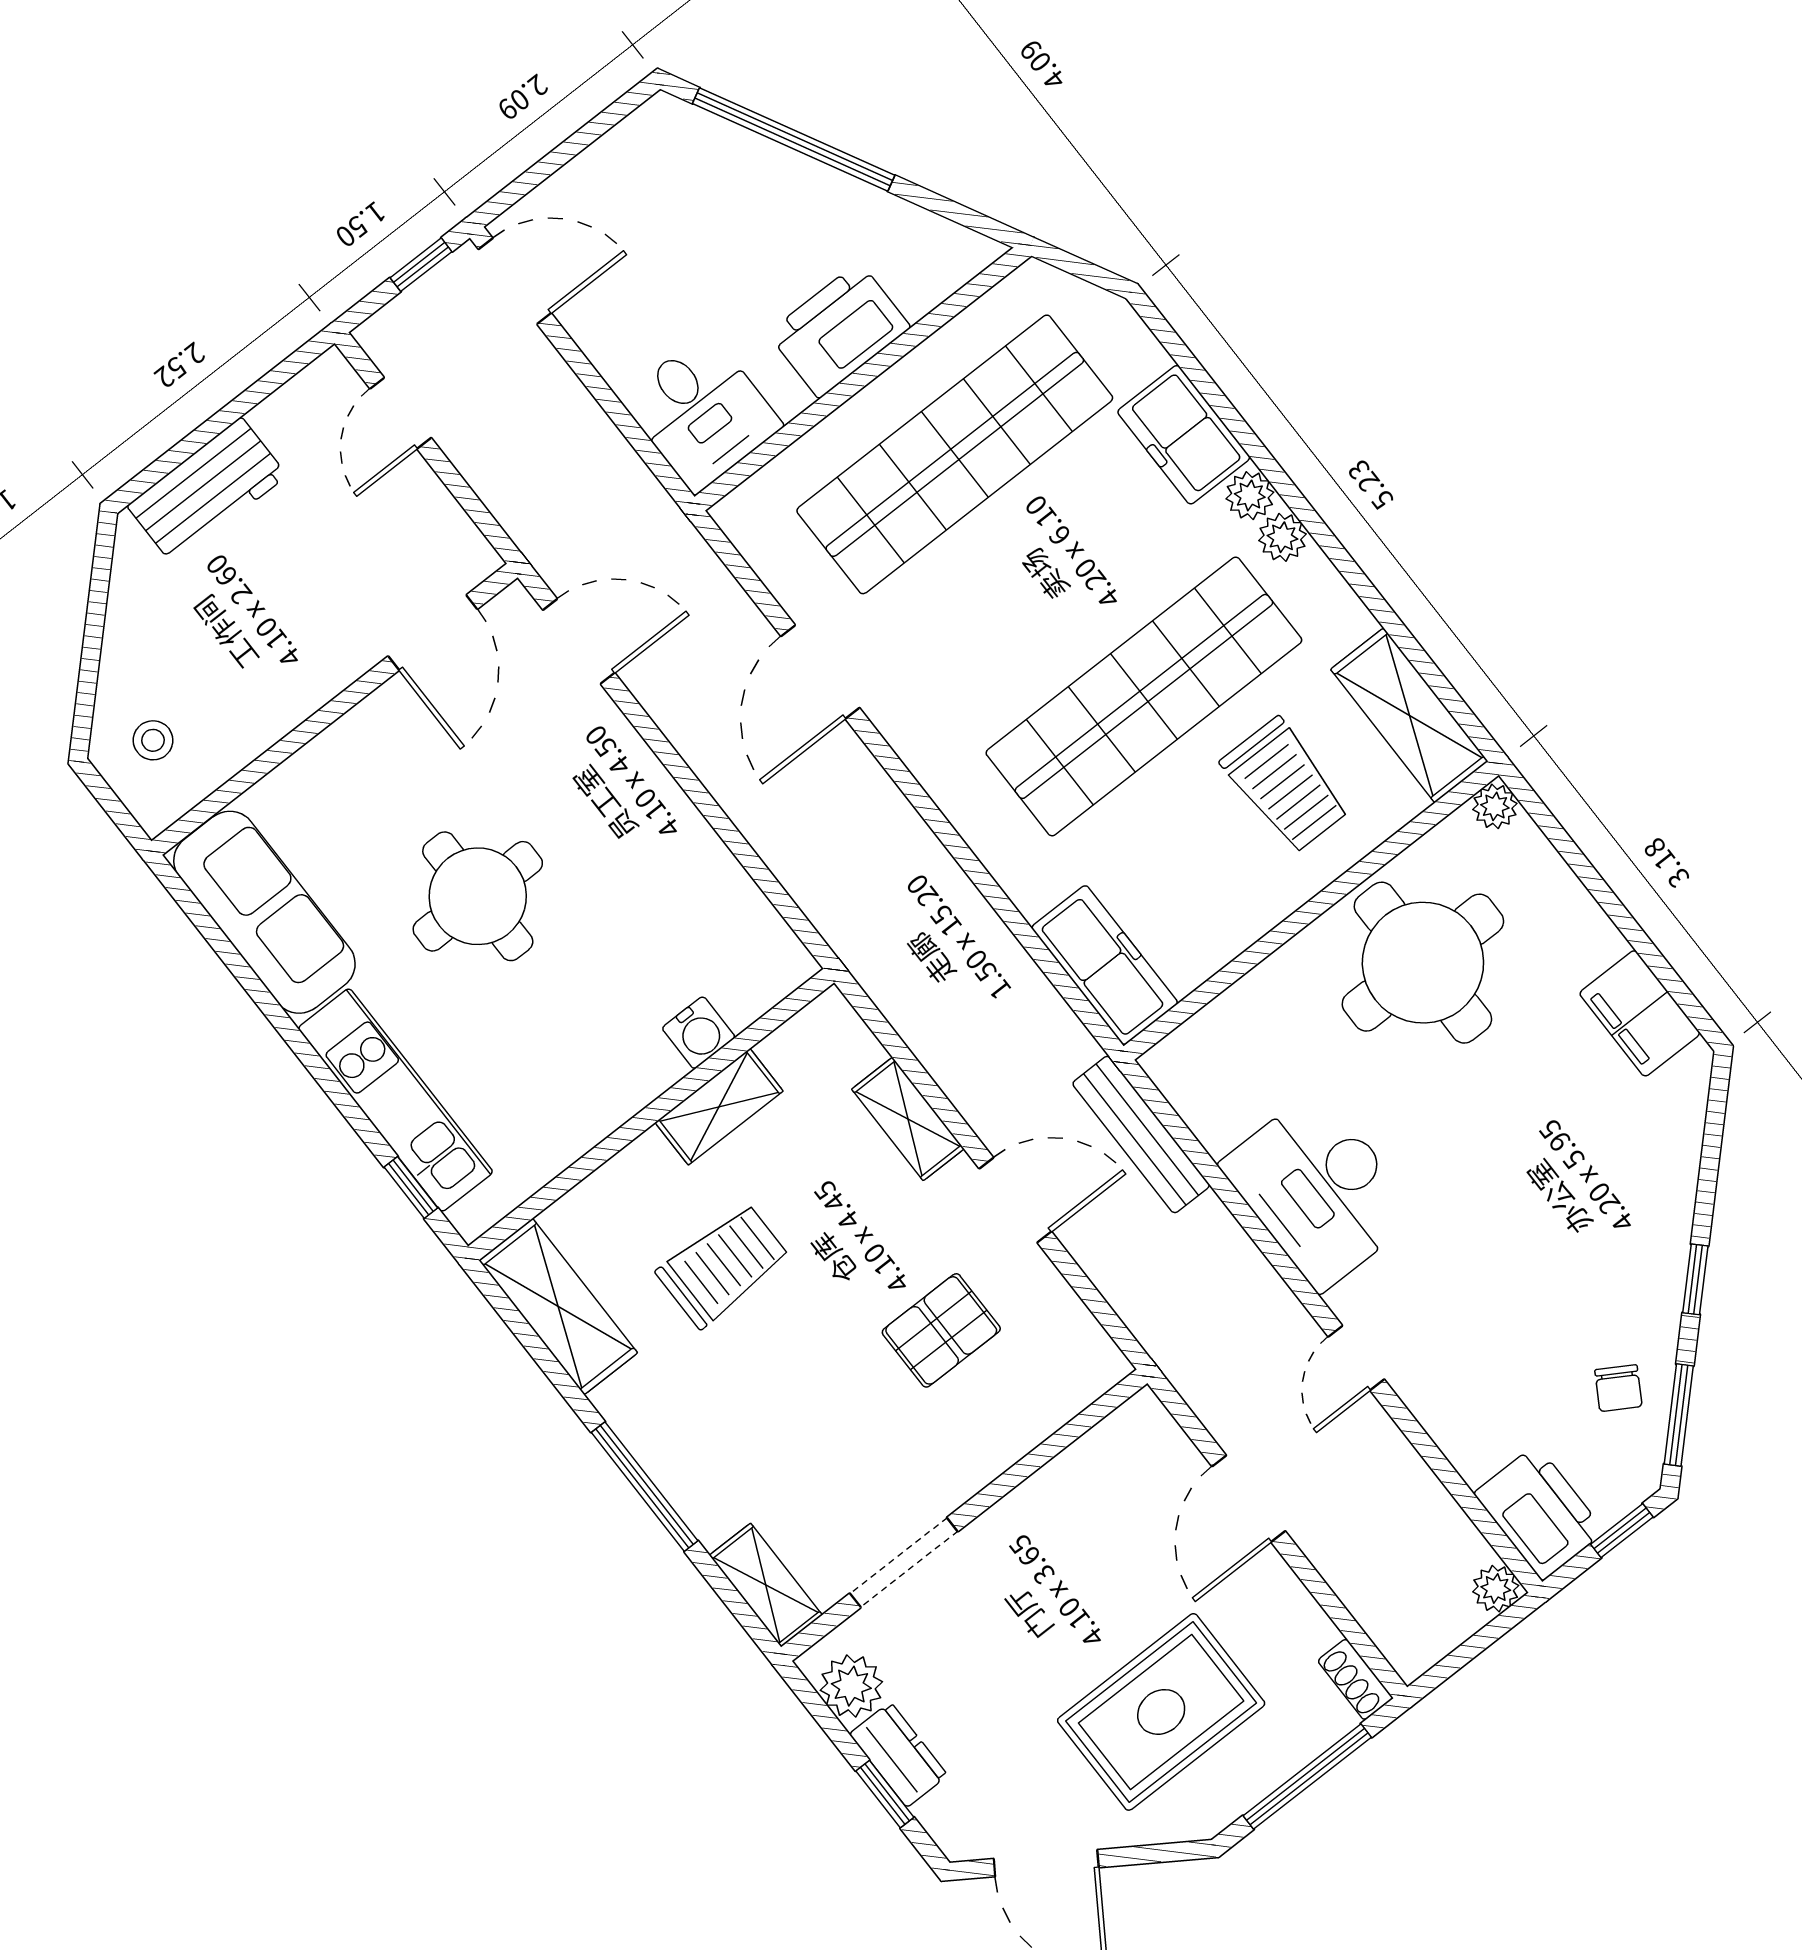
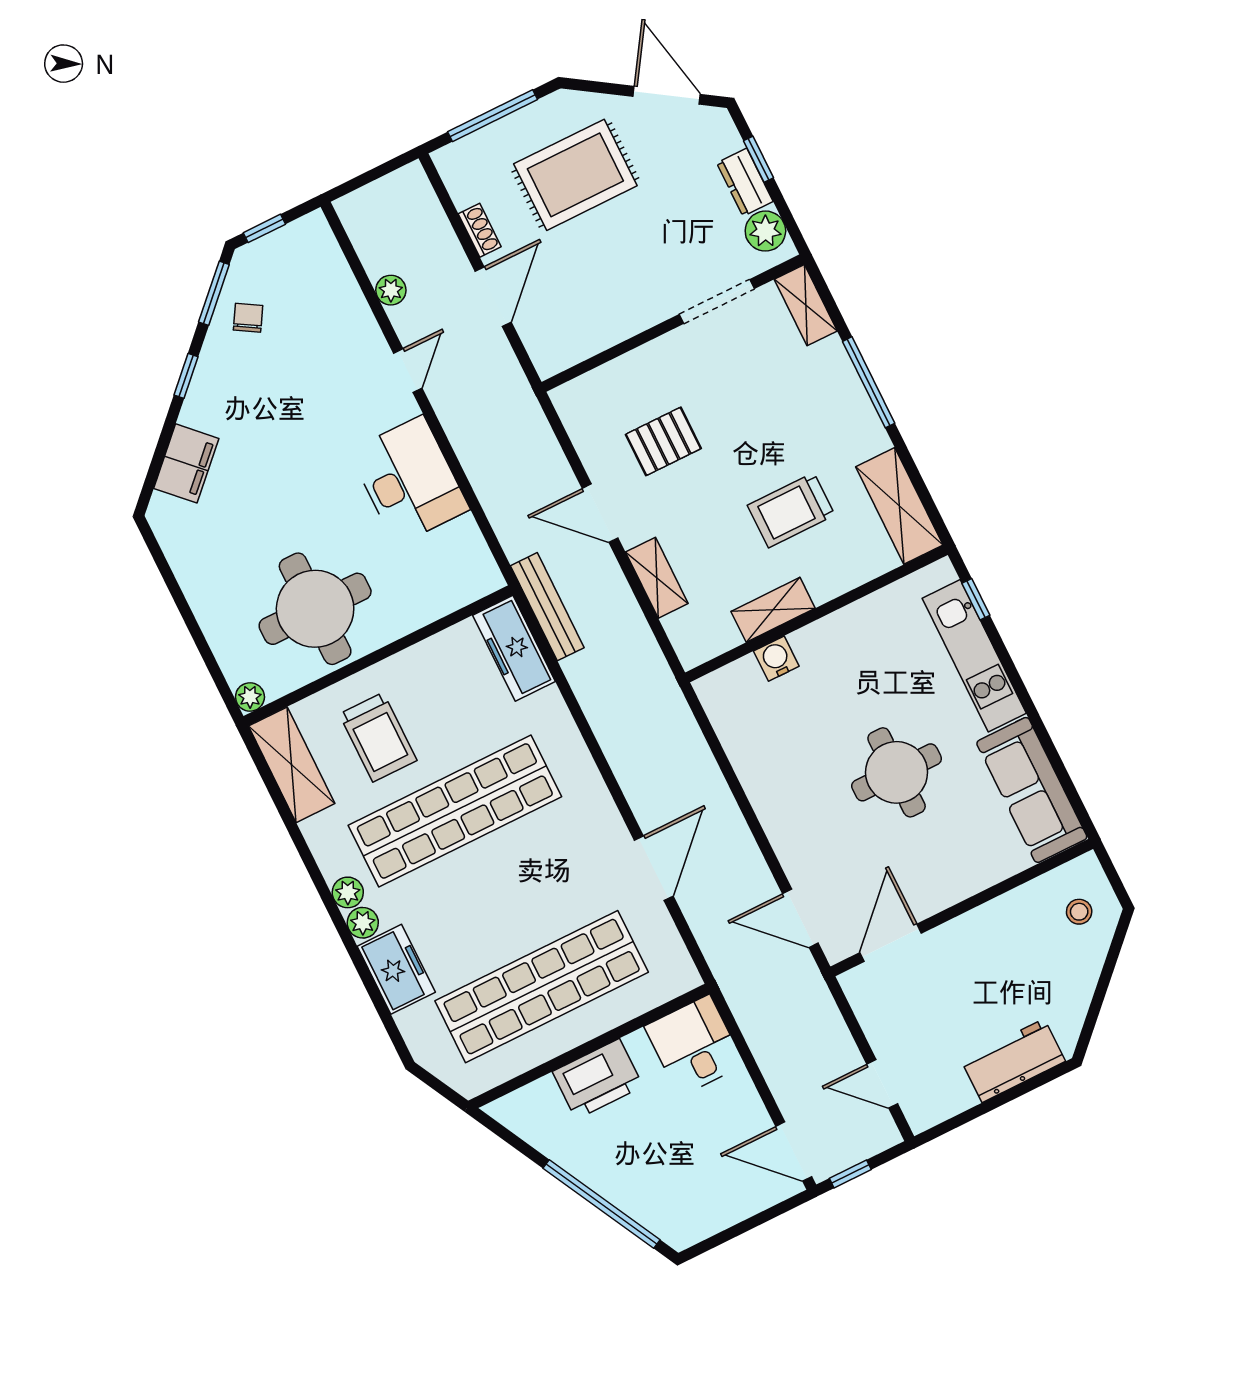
door: (401, 413) -> (882, 1084), swing flipped
trolley: (1285, 785) -> (378, 737), turned 180
filing cabinet: (1640, 1013) -> (186, 463), moved, turned 45
bench: (1141, 1134) -> (547, 607), moved
printer: (1539, 1513) -> (313, 250), removed
plant: (1496, 1589) -> (391, 290), moved
shoe rack: (1355, 1679) -> (480, 230), moved

